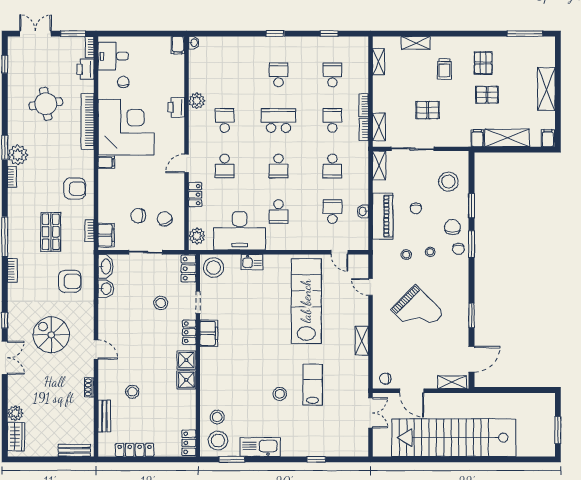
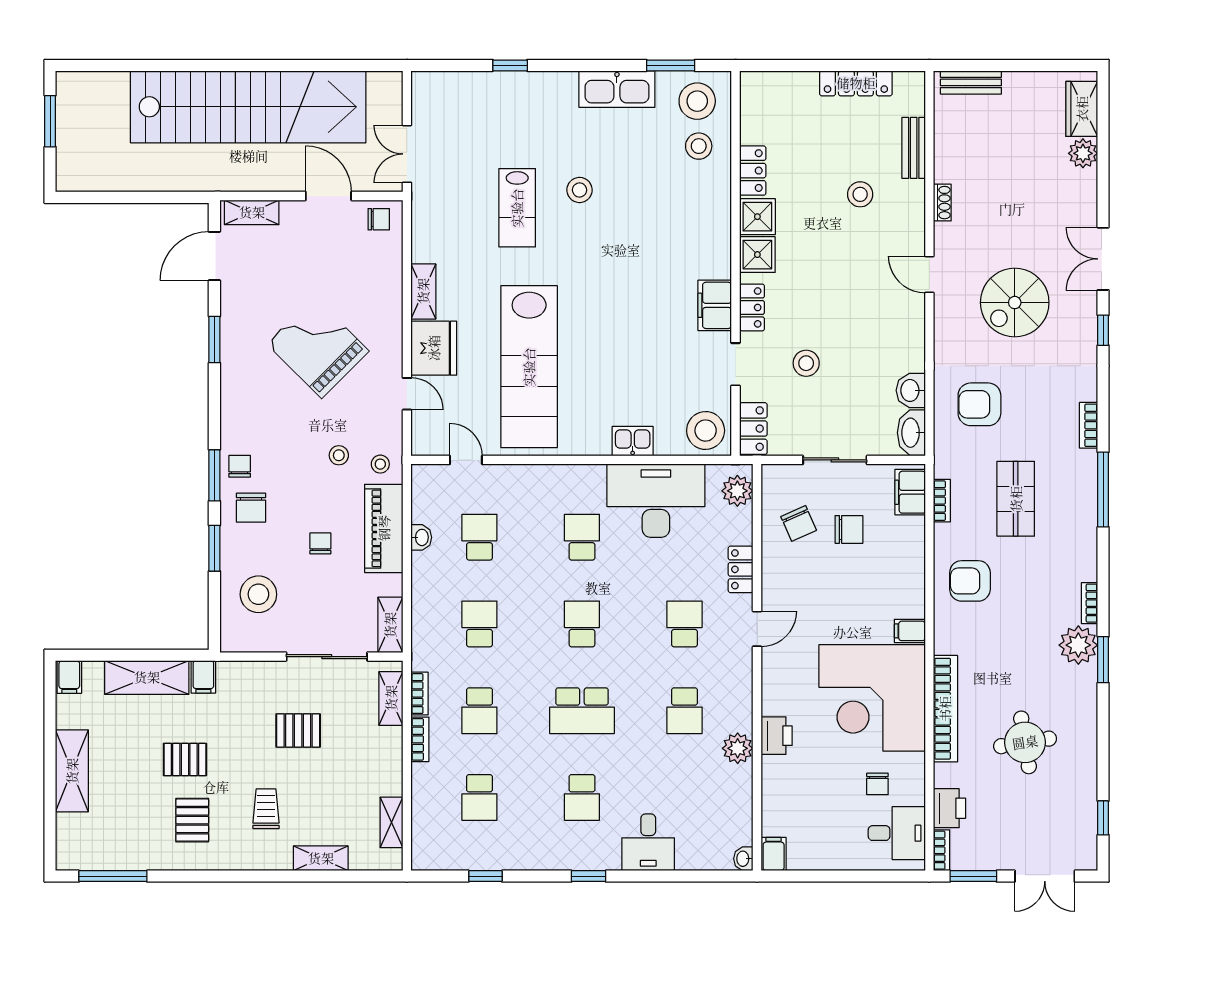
desk: (244, 51) -> (648, 842), added
school desk: (332, 212) -> (479, 537), turned 180
stool: (430, 252) -> (380, 464), moved
fridge: (356, 311) -> (434, 348), added
spiral stairs: (51, 335) -> (1015, 303), turned 90
locker: (189, 443) -> (753, 171), moved

